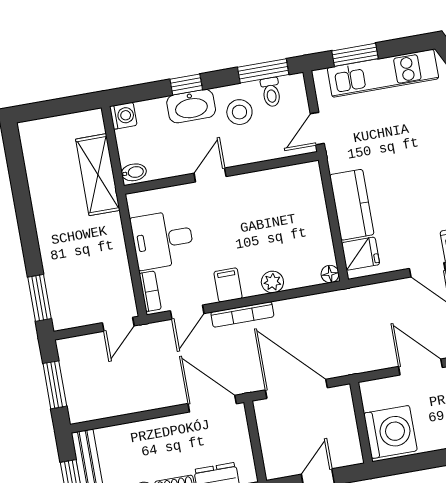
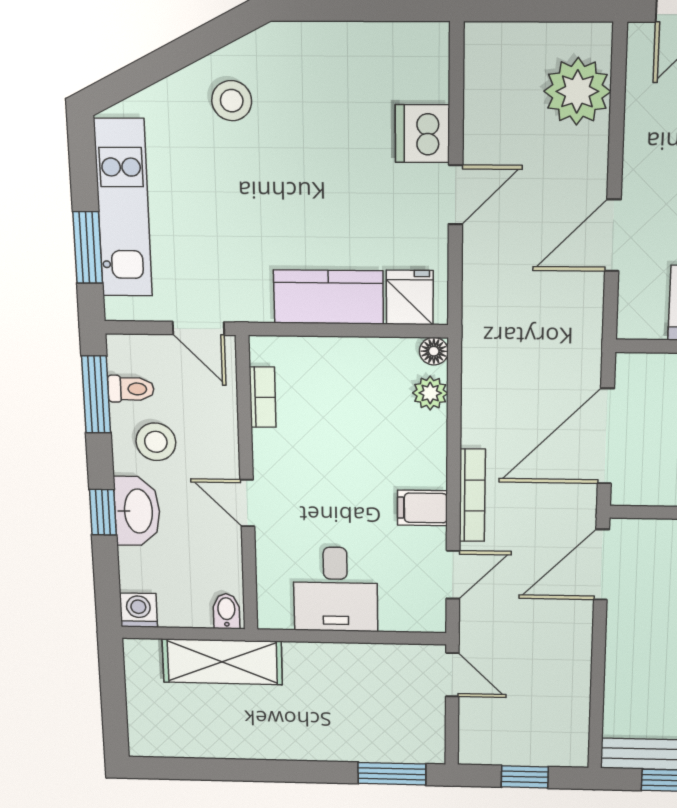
plant: (272, 282) -> (430, 393), moved
bookcase: (150, 291) -> (263, 397), moved, turned 90
door: (187, 312) -> (453, 575), hinge flipped
window: (55, 385) -> (525, 777), width x0.67

